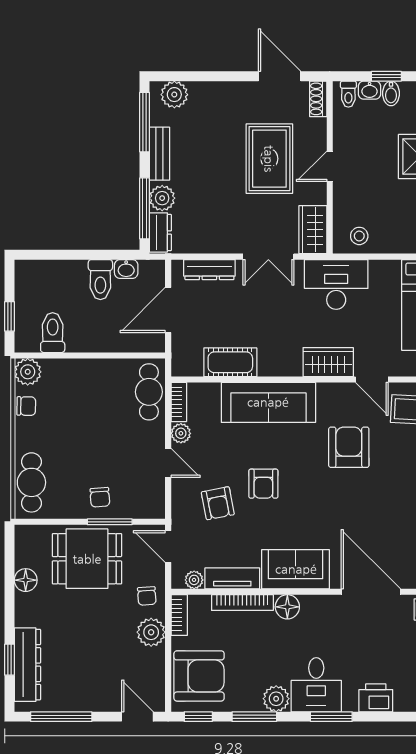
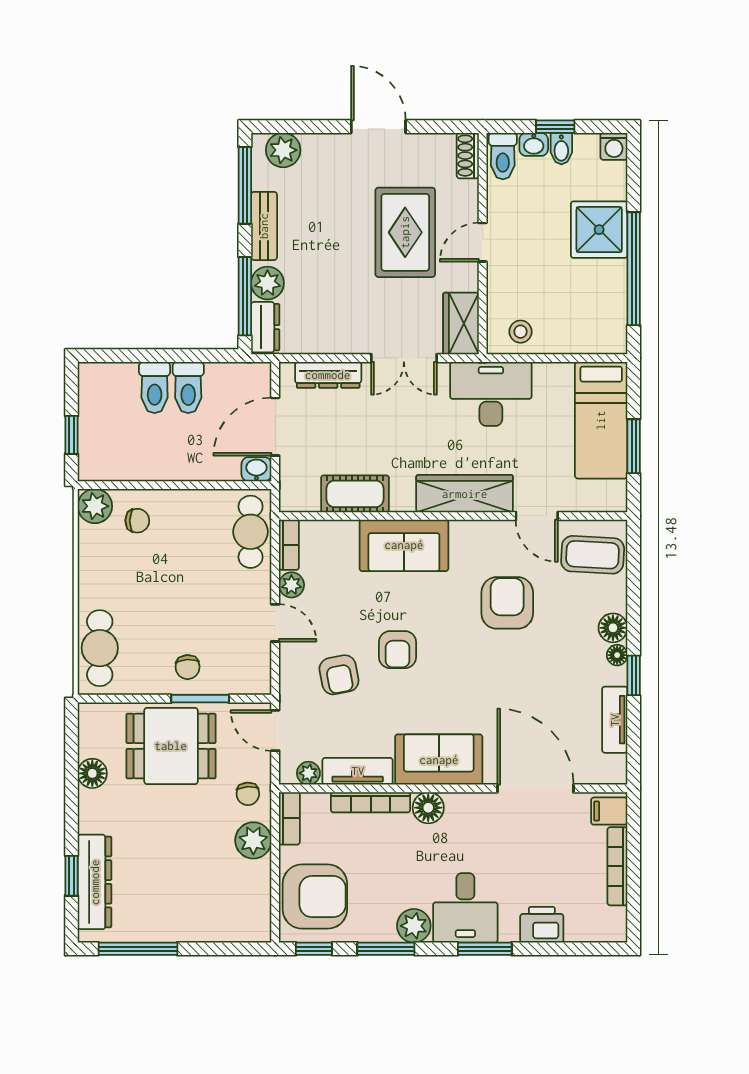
door: (280, 76) -> (378, 127), moved
toilet: (348, 94) -> (503, 156), width x1.37, depth x1.39
washbasin: (126, 269) -> (256, 469), moved, turned 180
toilet: (53, 333) -> (155, 387), moved, turned 180
wardrobe: (328, 362) -> (465, 494), width x1.50
sofa: (268, 402) -> (404, 545), width x0.73
chair: (26, 406) -> (137, 521), moved
door: (138, 717) -> (236, 949), removed

